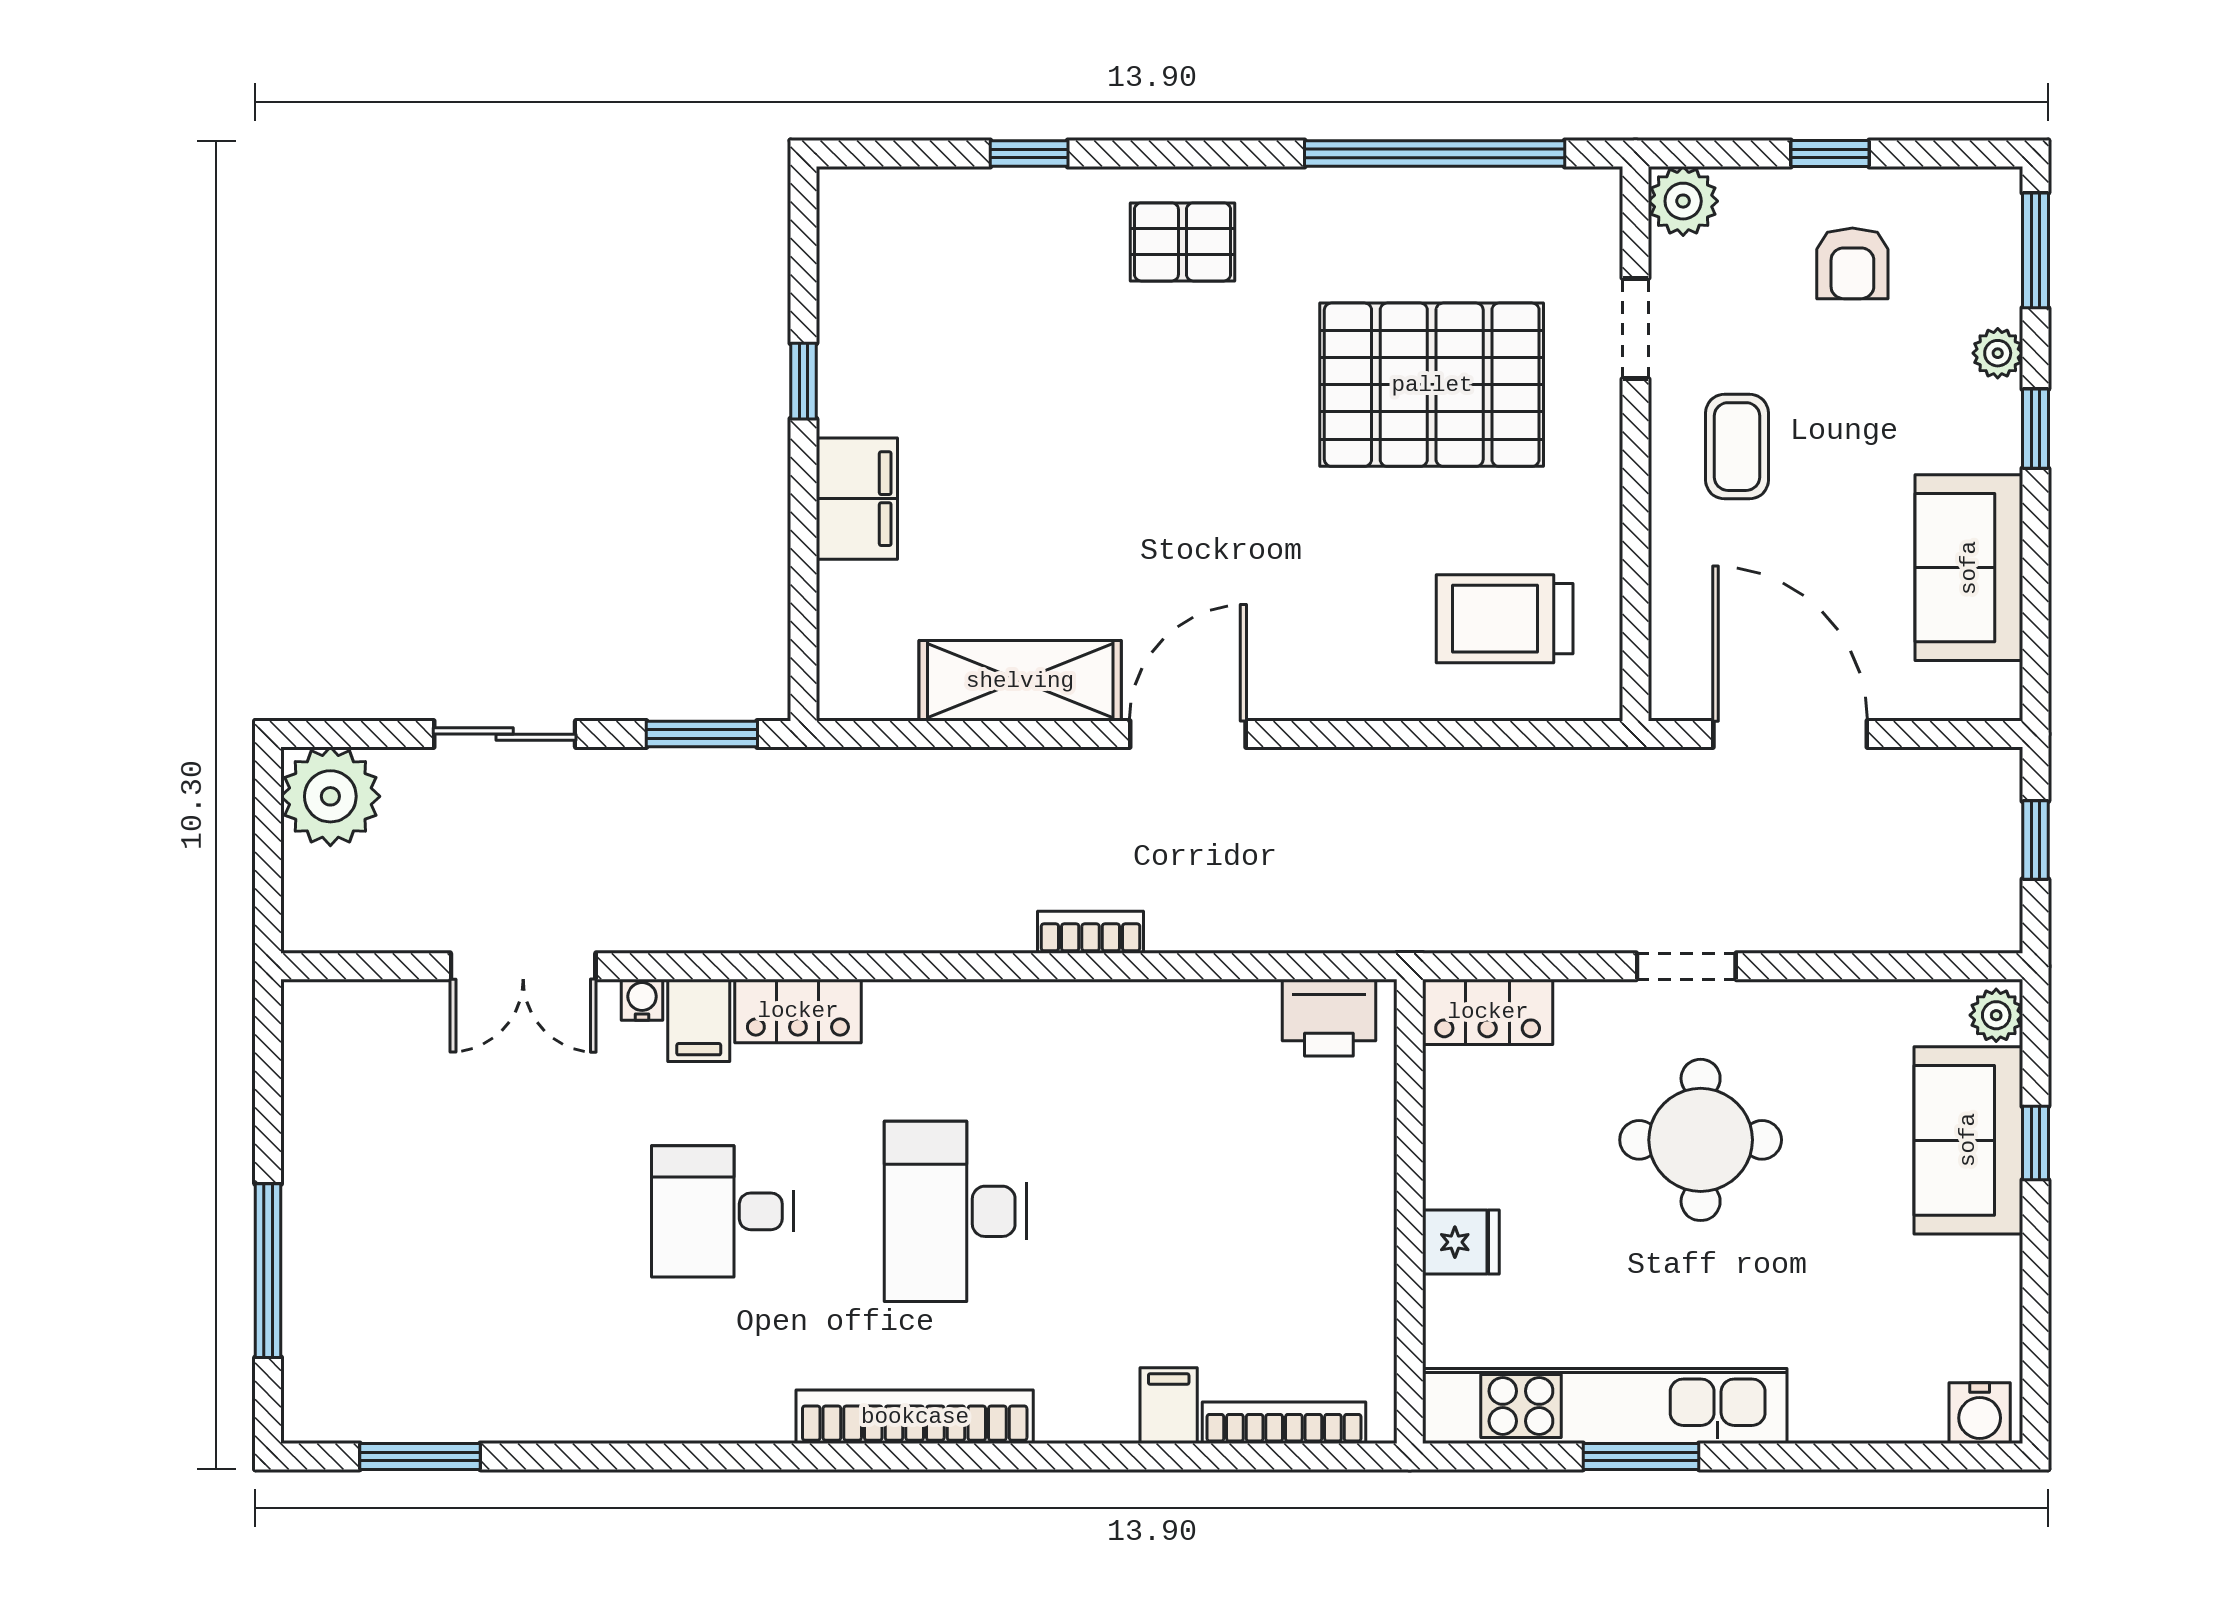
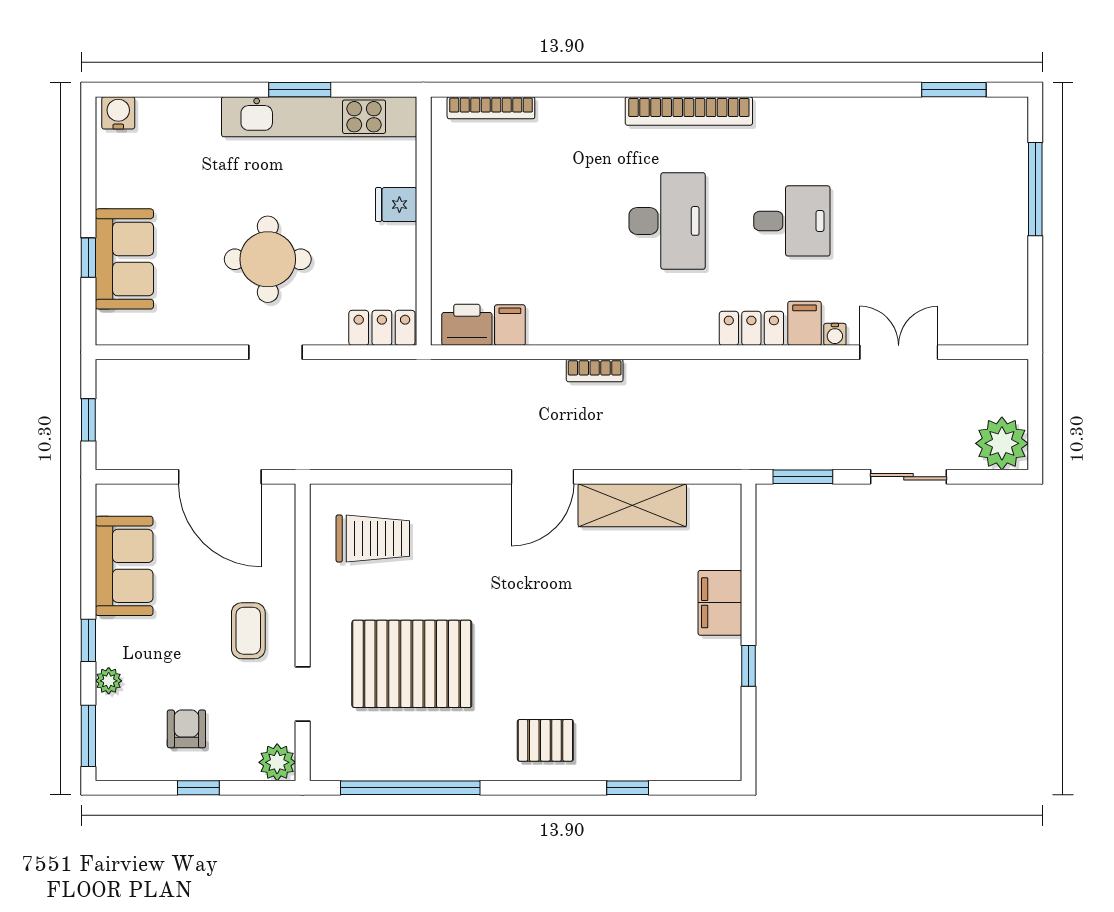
plant: (1996, 1015) -> (109, 326), removed
filing cabinet: (1169, 1406) -> (510, 325), moved, turned 180

